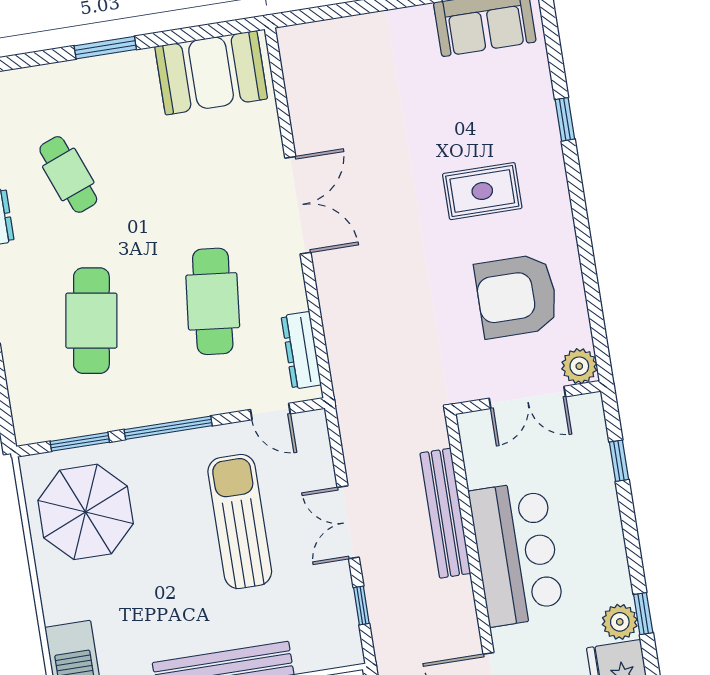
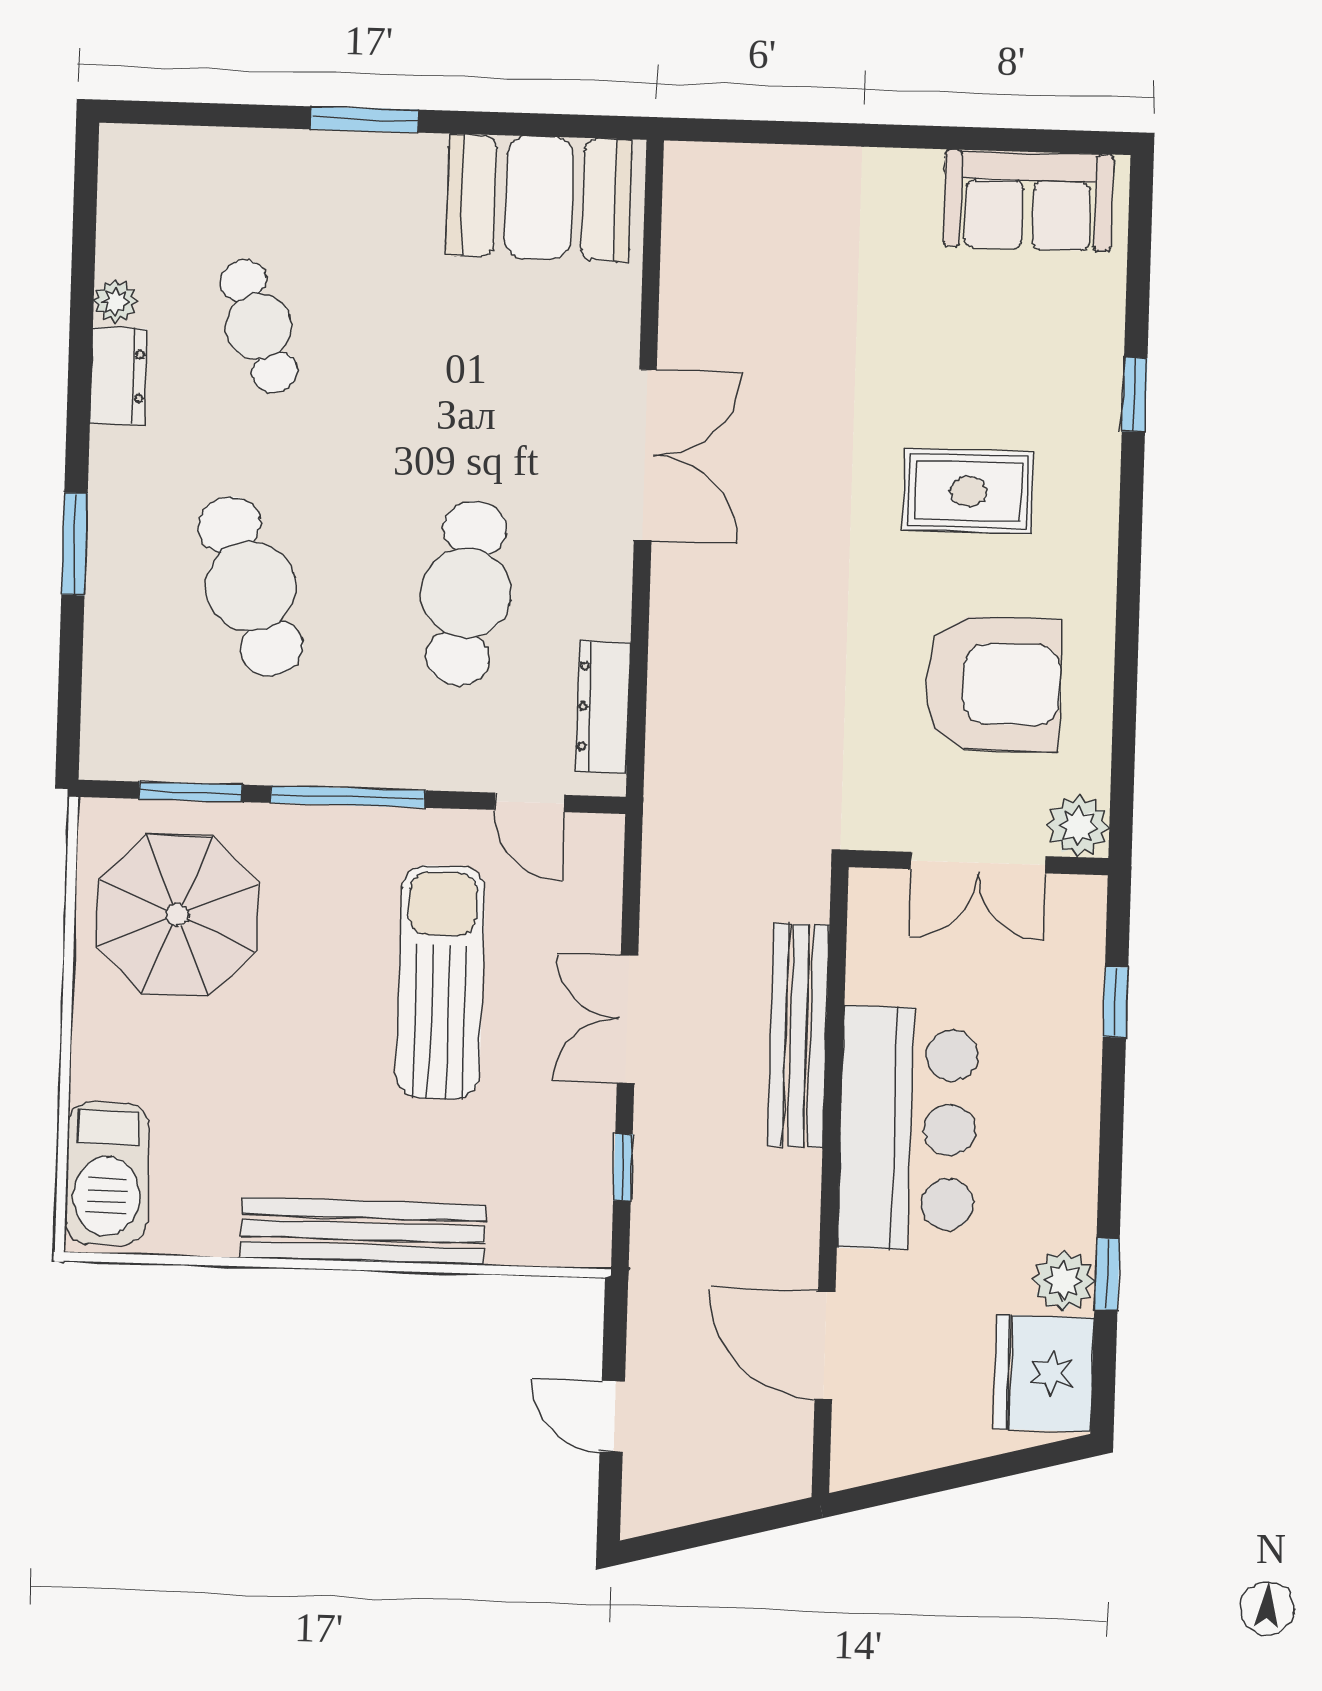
armchair: (517, 296) -> (993, 684), turned 180
cafe table: (91, 321) -> (251, 586), turned -30

